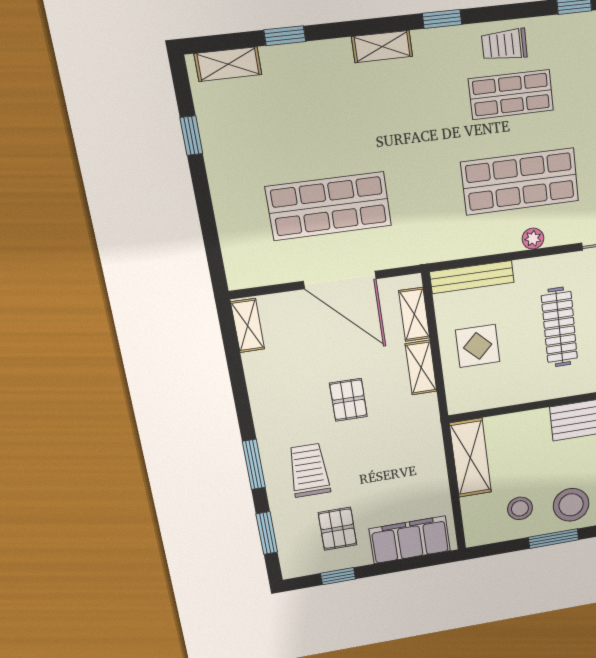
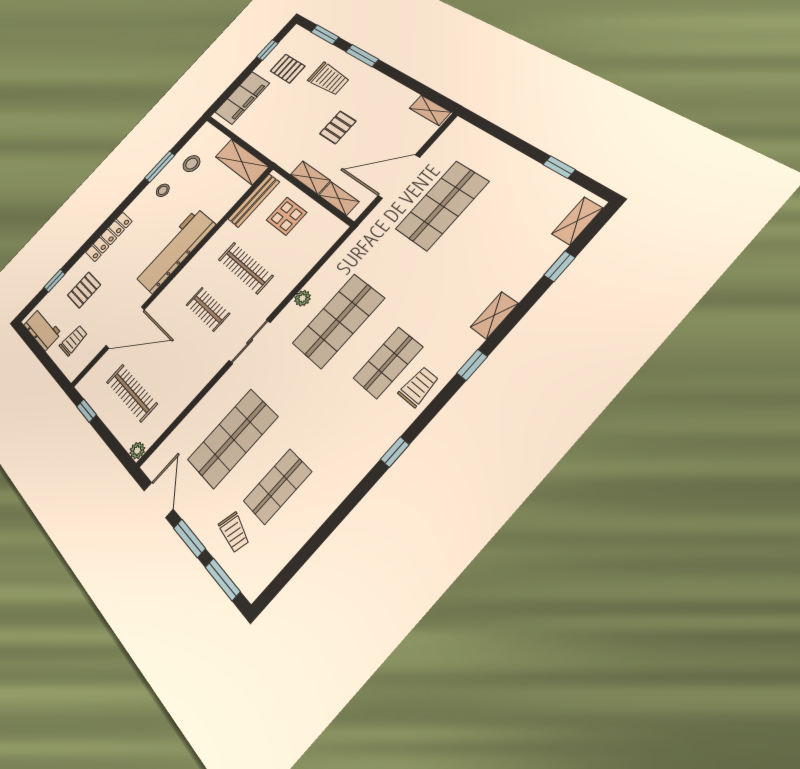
bench: (472, 277) -> (254, 200), moved
pallet: (348, 400) -> (338, 127), turned 90
stool: (571, 505) -> (163, 190), width x0.53, depth x0.53

